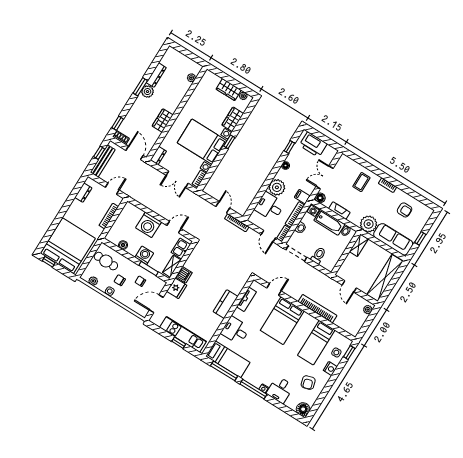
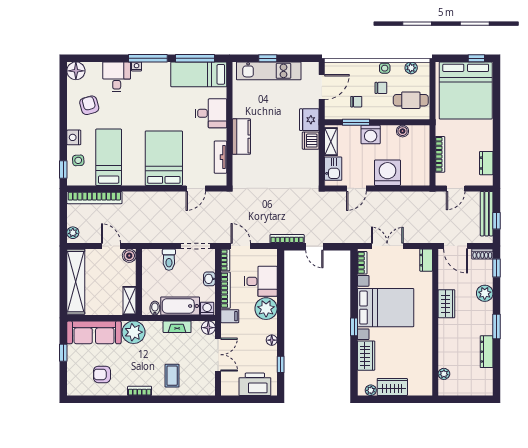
plant: (147, 92) -> (485, 293), moved
boiler: (342, 273) -> (129, 256), added
bookcase: (317, 309) -> (94, 198), moved

